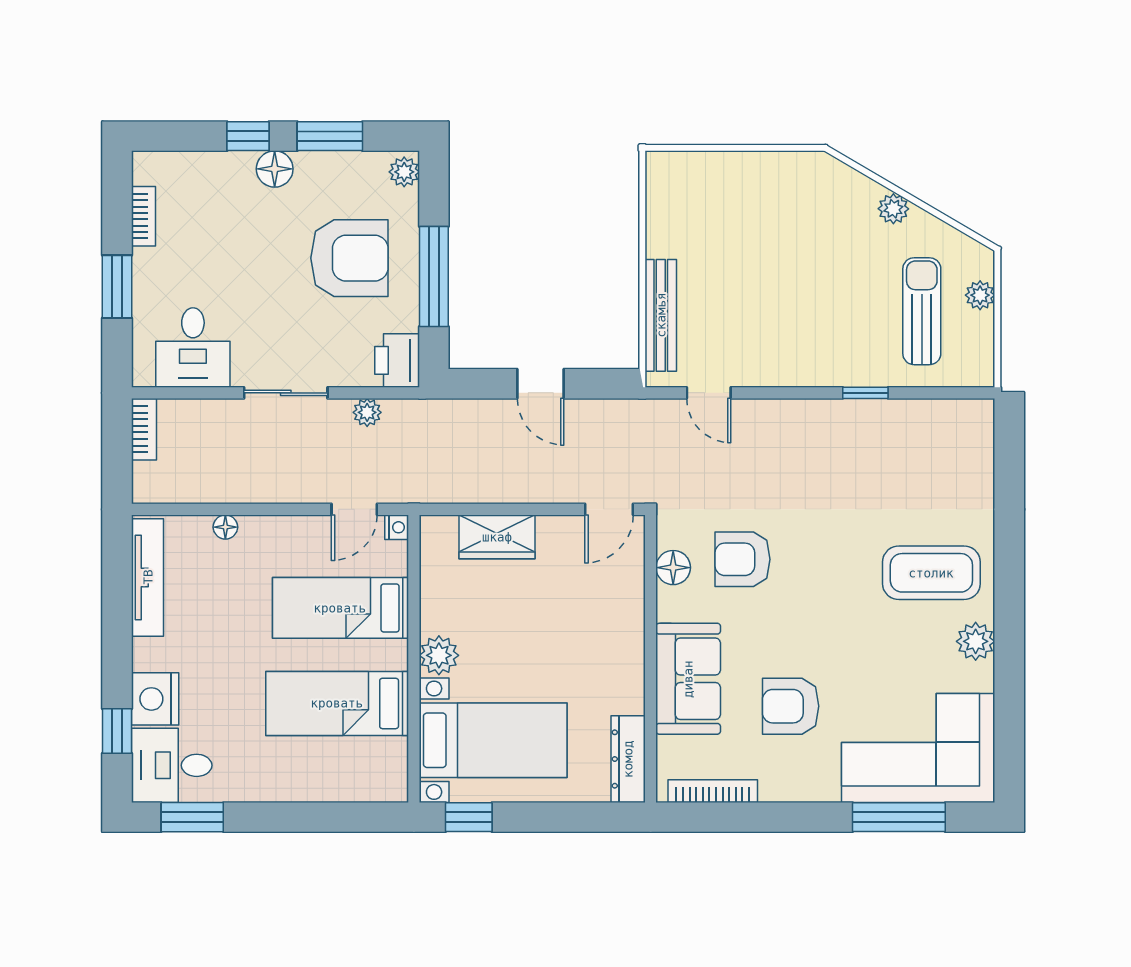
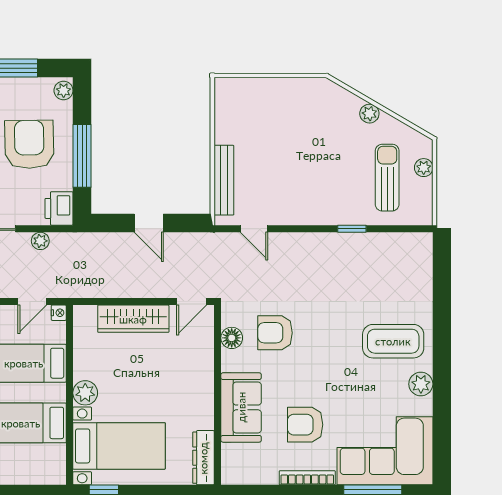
armchair: (349, 258) -> (29, 144), turned -91
wardrobe: (497, 537) -> (133, 319), width x1.50
bookcase: (713, 791) -> (307, 478), moved

